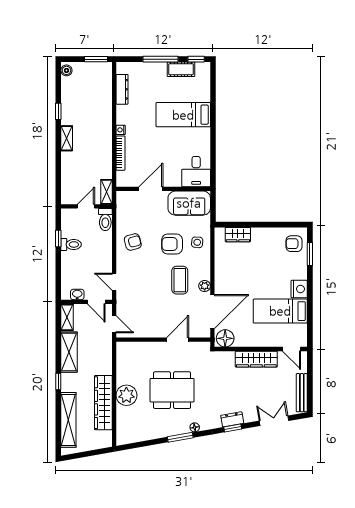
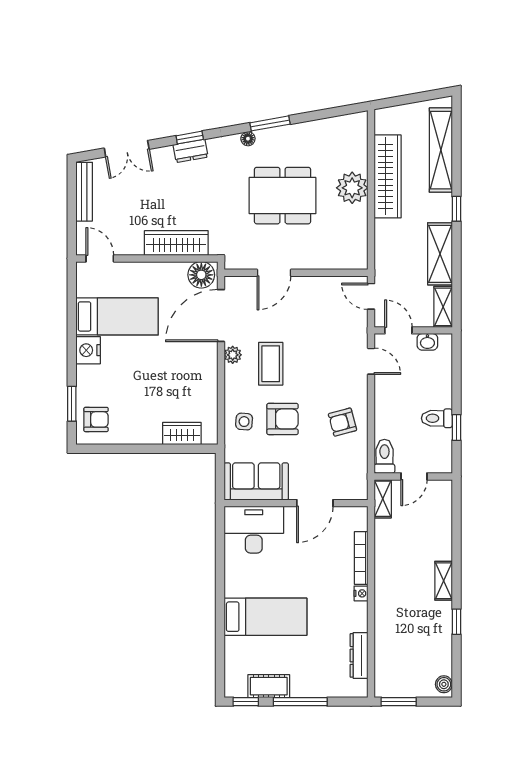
desk: (196, 172) -> (254, 530), width x1.37
wardrobe: (256, 359) -> (176, 243), moved

